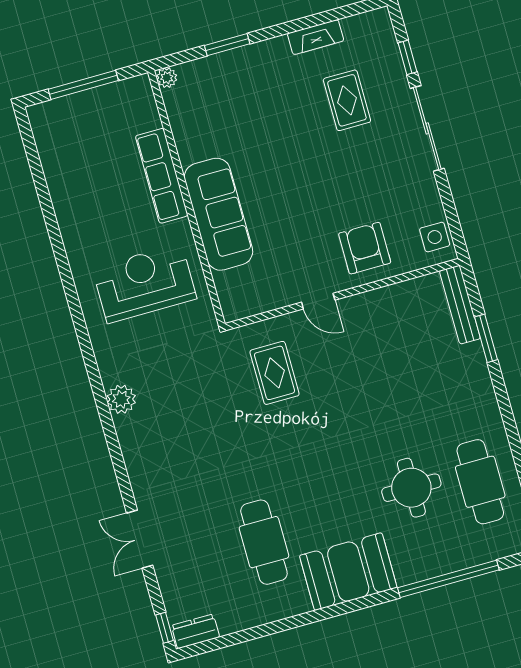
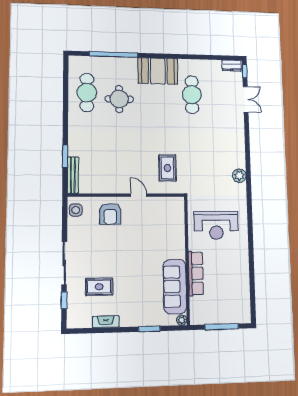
rug: (347, 100) -> (99, 287), turned 90
sofa: (218, 214) -> (175, 287), moved
double door: (140, 539) -> (246, 99), moved

